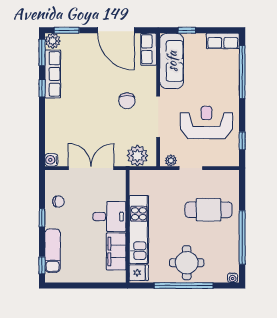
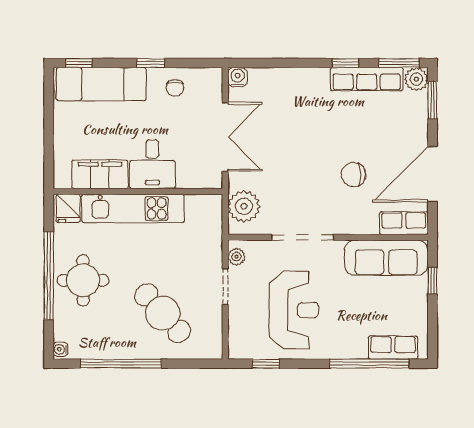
row of seats: (223, 41) -> (393, 347), moved, turned 90
chair: (127, 101) -> (353, 175), moved
cafe table: (209, 210) -> (163, 313), turned -42
exam couch: (53, 251) -> (101, 84), width x1.36, depth x1.45

